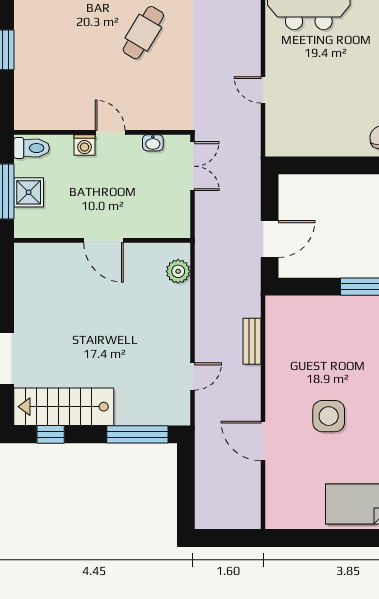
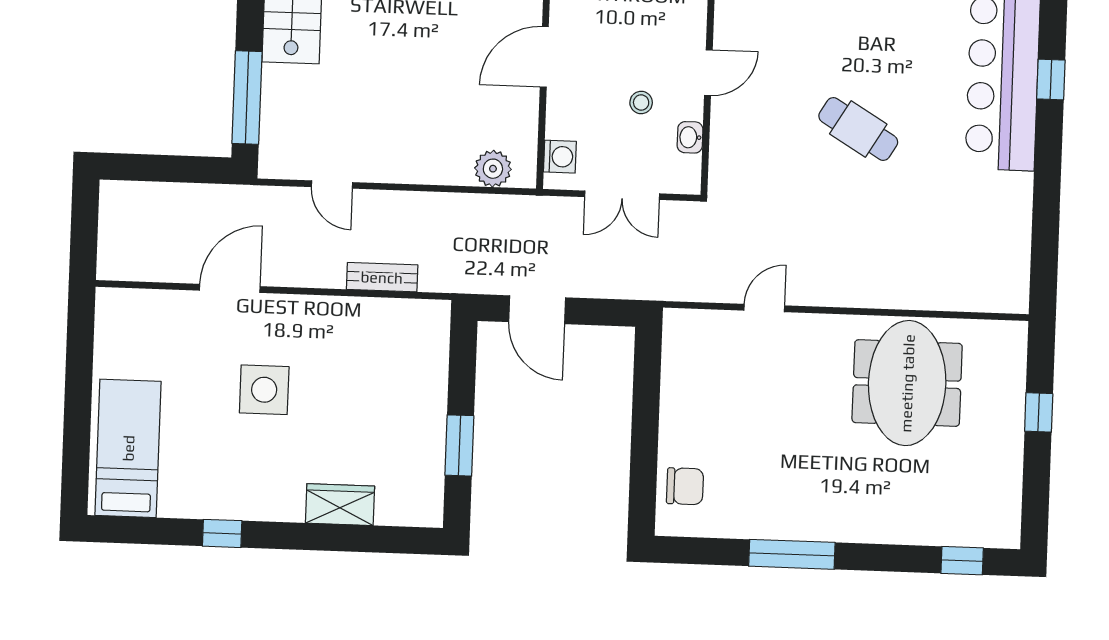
washing machine: (85, 145) -> (560, 157), moved, turned 180
double door: (192, 166) -> (622, 195), moved
stool: (131, 176) -> (641, 103), added

